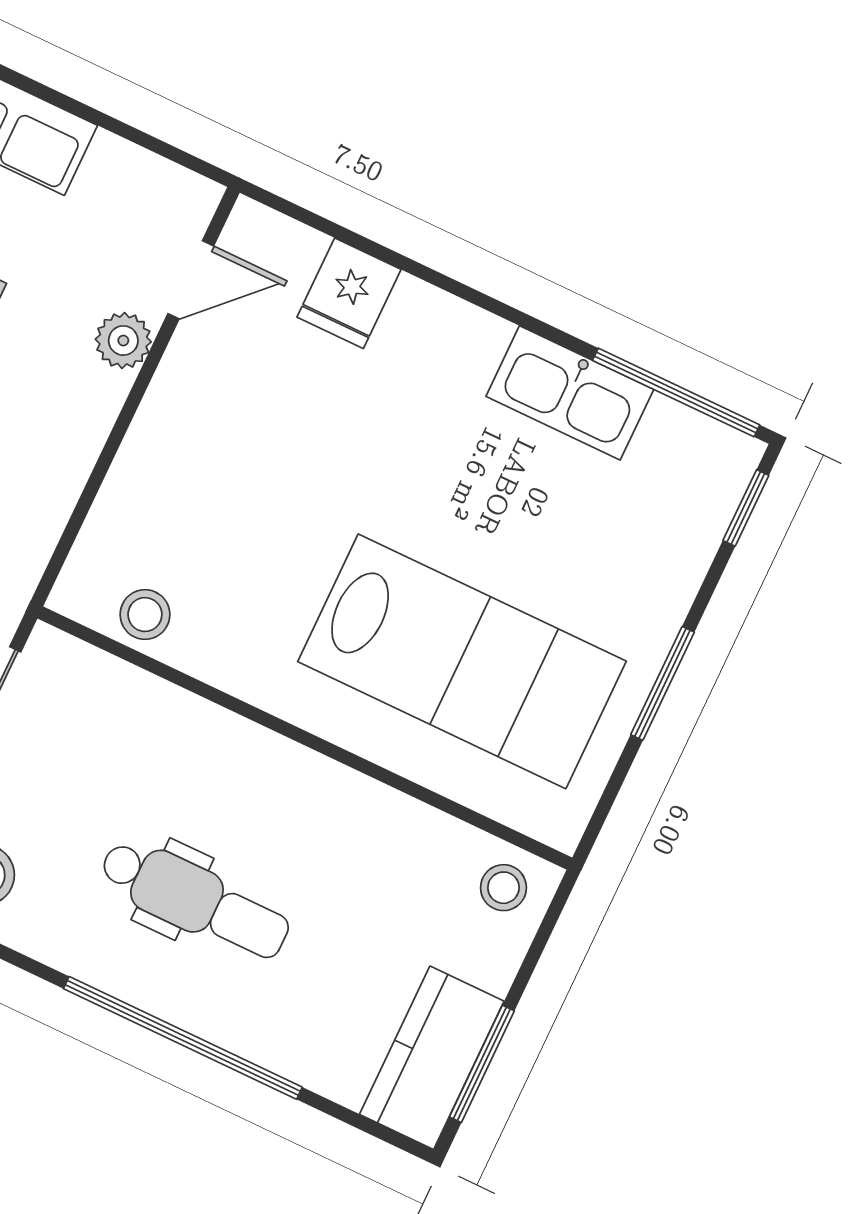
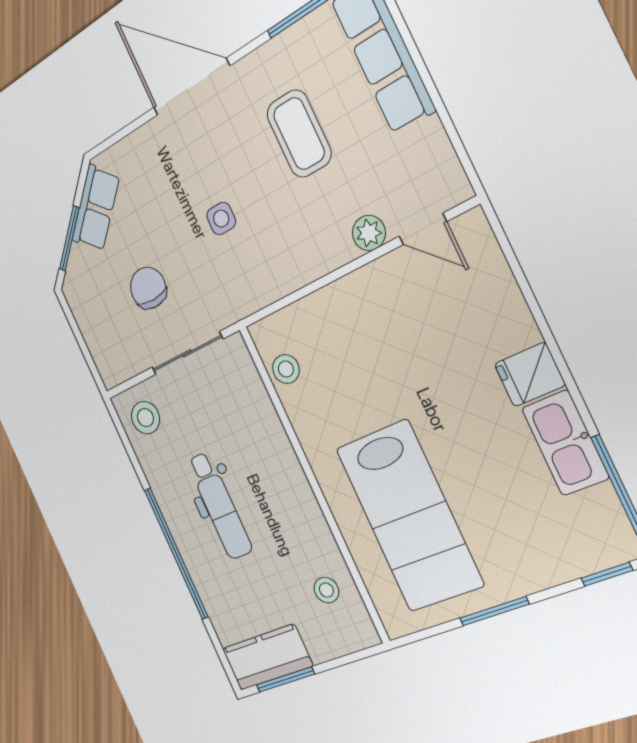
fridge: (349, 293) -> (530, 375), moved
stool: (503, 888) -> (326, 590), moved

